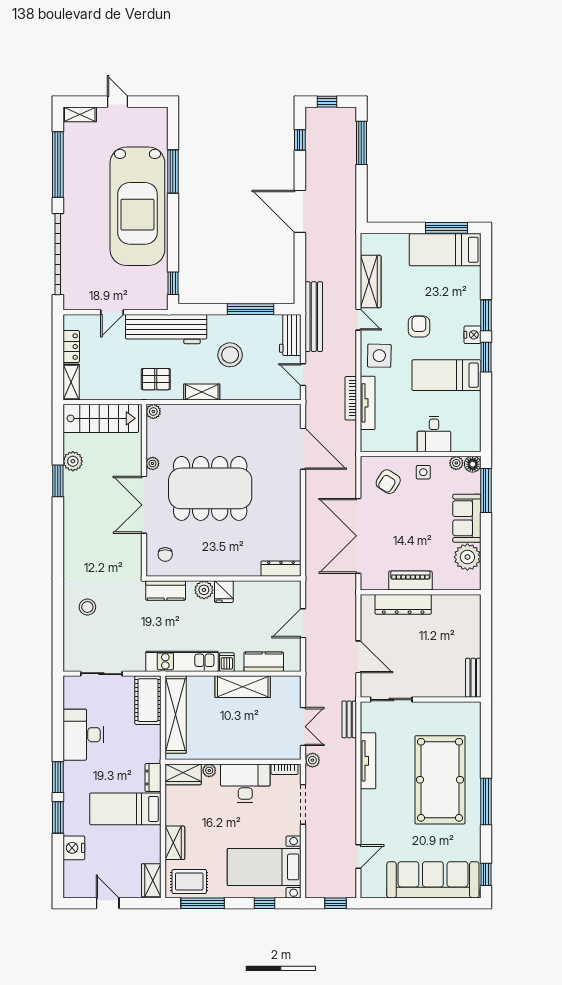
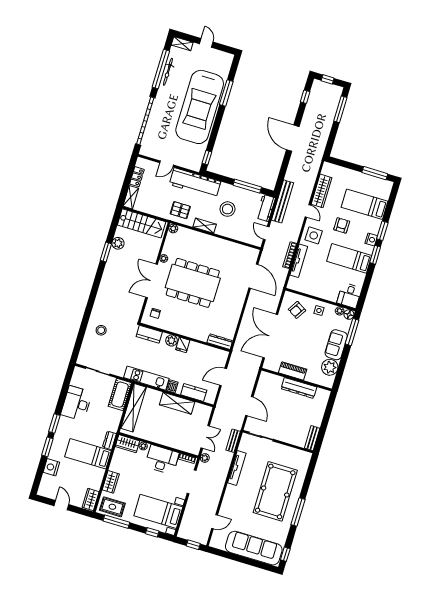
bicycle: (70, 166) -> (168, 72), added
bed: (445, 250) -> (365, 204), moved
desk: (434, 434) -> (349, 296), moved
dresser: (403, 604) -> (299, 388), moved

